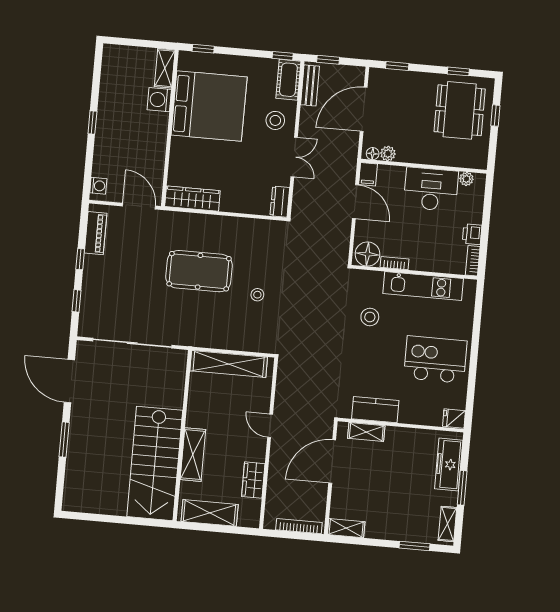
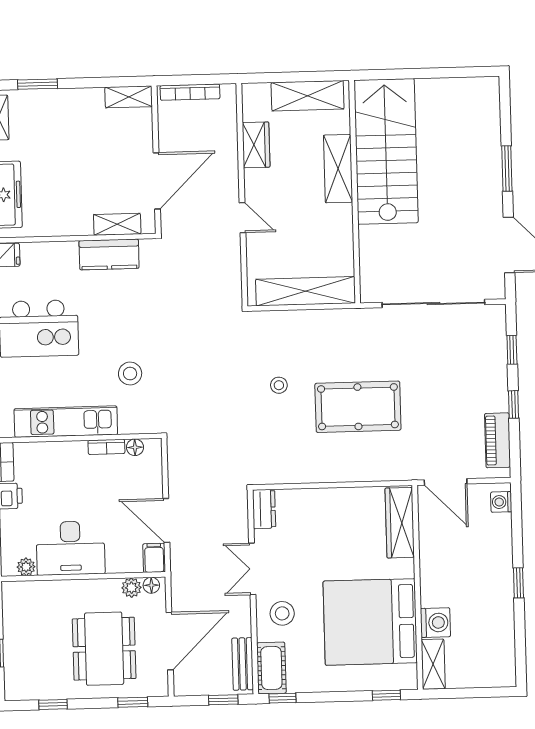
dining table: (460, 110) -> (104, 649), moved
wardrobe: (192, 199) -> (400, 523), moved, turned 90
floor lamp: (367, 254) -> (135, 447), width x0.53, depth x0.53

